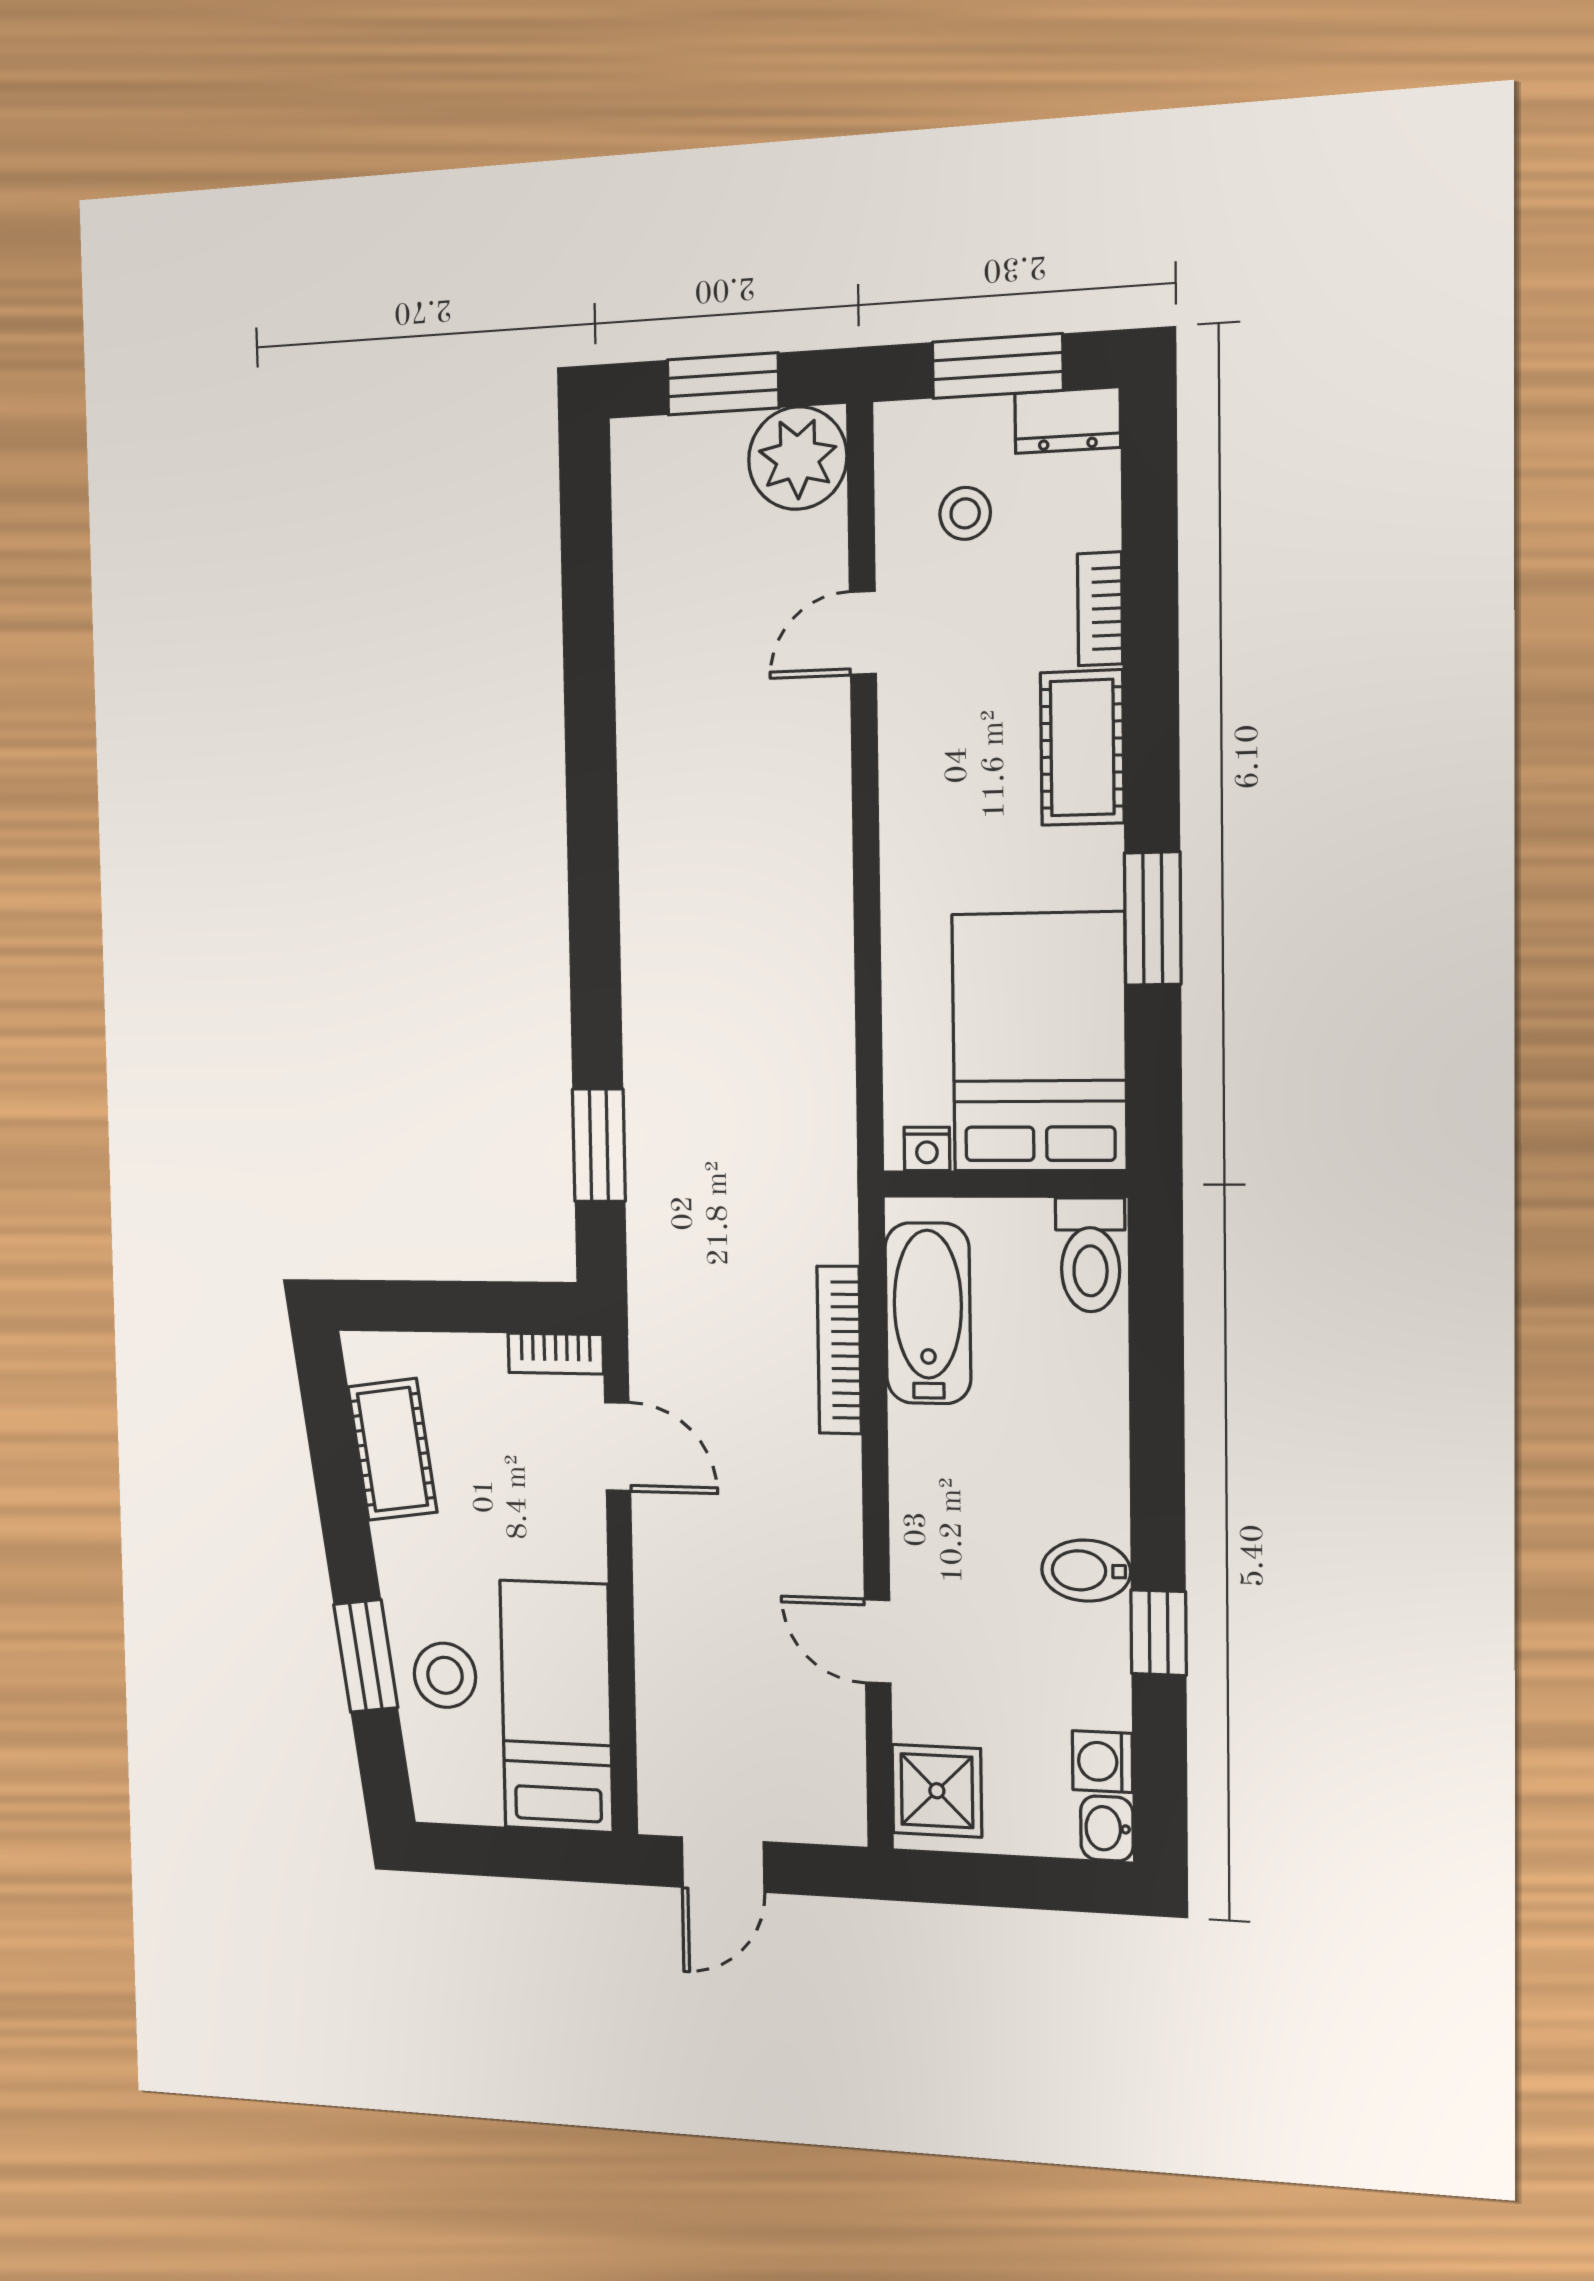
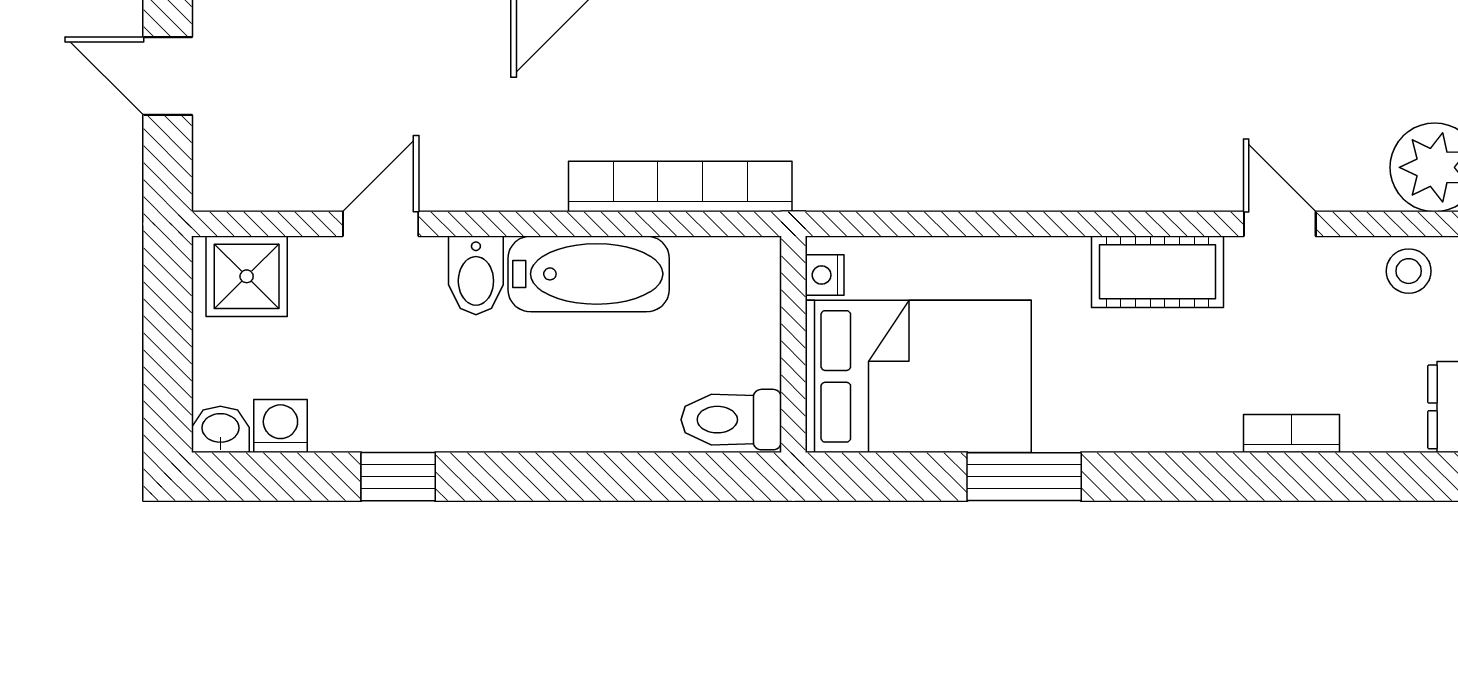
stool: (965, 513) -> (1409, 271), moved
cot: (1082, 748) -> (1158, 272), moved
bathtub: (928, 1313) -> (589, 274), moved
bookcase: (839, 1350) -> (680, 187), width x1.48, depth x1.31
bidet: (1086, 1571) -> (476, 275), moved, turned 180

